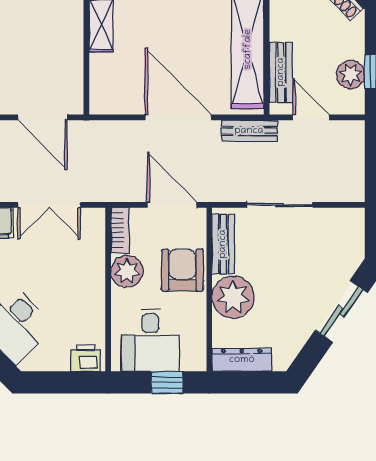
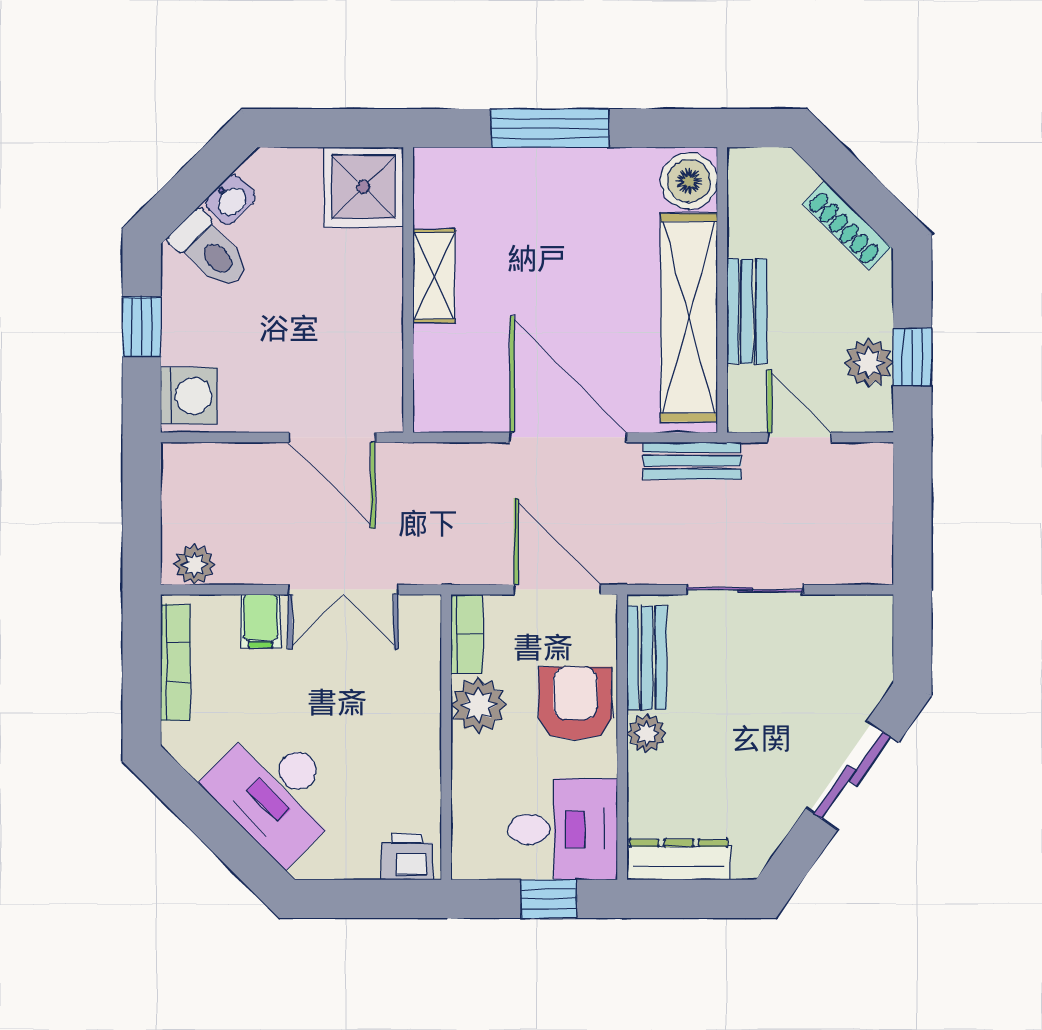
bench: (281, 72) -> (747, 311), moved
plant: (233, 297) -> (647, 733), width x0.53, depth x0.53
desk: (150, 340) -> (563, 829), moved, turned -90

